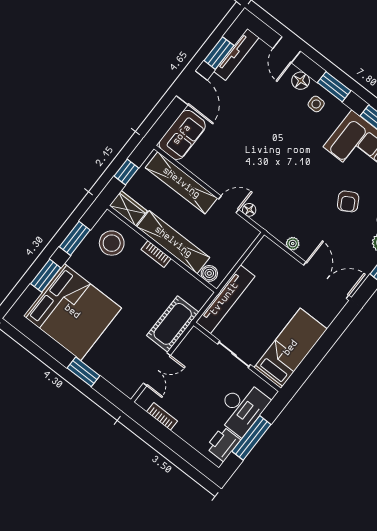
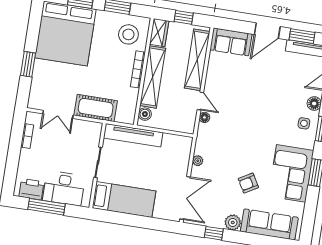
bookcase: (156, 254) -> (138, 69), width x1.56

